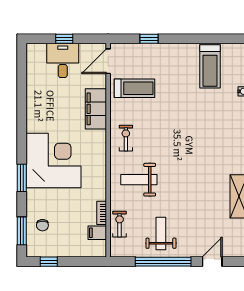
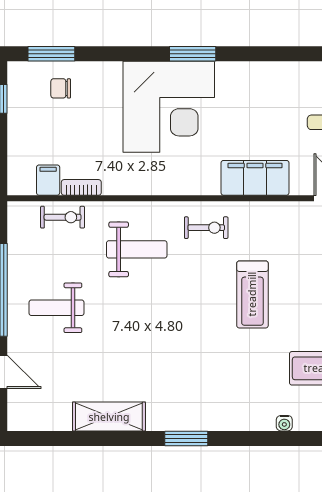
treadmill: (134, 88) -> (252, 294), moved
window: (22, 178) -> (193, 54), moved
weight bench: (139, 180) -> (137, 249), turned 90
weight bench: (161, 233) -> (57, 308), moved, turned 180

